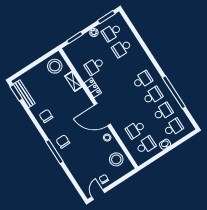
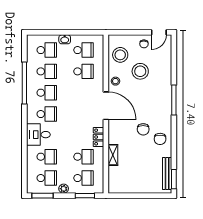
school desk: (84, 50) -> (84, 178), added
desk: (139, 61) -> (38, 135), added
stool: (55, 66) -> (140, 71), moved
school desk: (142, 80) -> (47, 114), turned 180
school desk: (153, 96) -> (47, 93), turned 180
school desk: (163, 112) -> (47, 71), turned 180
school desk: (173, 128) -> (47, 50), turned 180
chair: (63, 142) -> (143, 129), moved
school desk: (146, 145) -> (84, 50), turned 180

